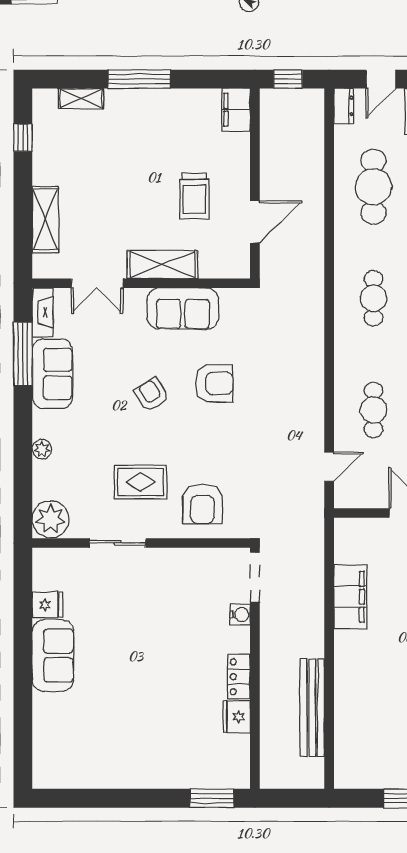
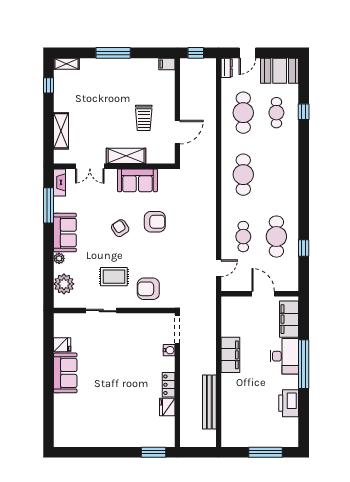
shelving: (81, 99) -> (67, 64), moved
filing cabinet: (236, 110) -> (167, 64), width x0.50
cafe table: (373, 298) -> (243, 175), width x1.37, depth x1.35
sofa: (52, 374) -> (65, 233), moved
armchair: (202, 504) -> (148, 289), turned 90
plant: (51, 519) -> (64, 284), moved
filing cabinet: (350, 597) -> (230, 355), moved

